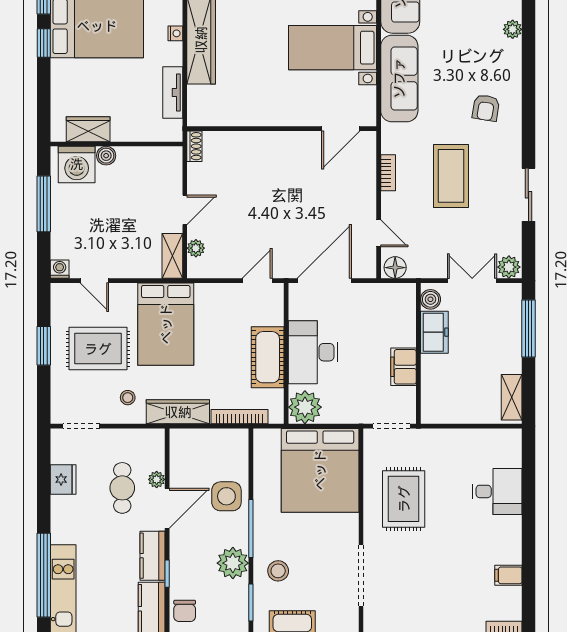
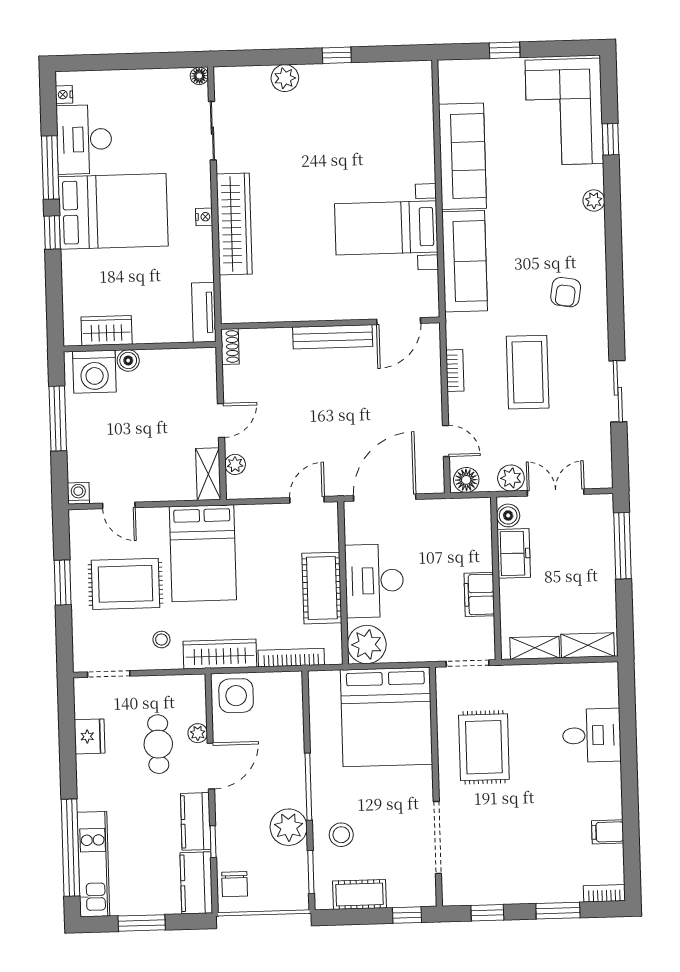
tv unit: (173, 93) -> (204, 312), moved
bench: (283, 140) -> (333, 337), added
plant: (509, 267) -> (511, 478), moved
shelving: (512, 397) -> (588, 645), moved, turned 90
shelving: (450, 414) -> (535, 648), added
side table: (226, 496) -> (236, 696), moved

